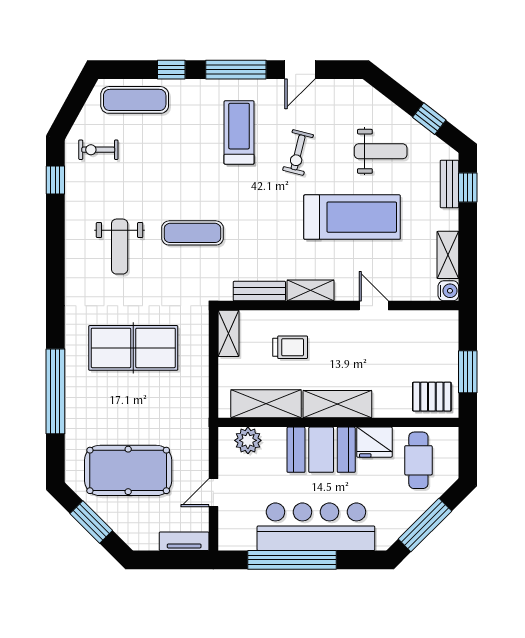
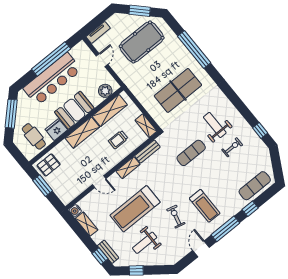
exercise bike: (98, 150) -> (232, 147), moved

